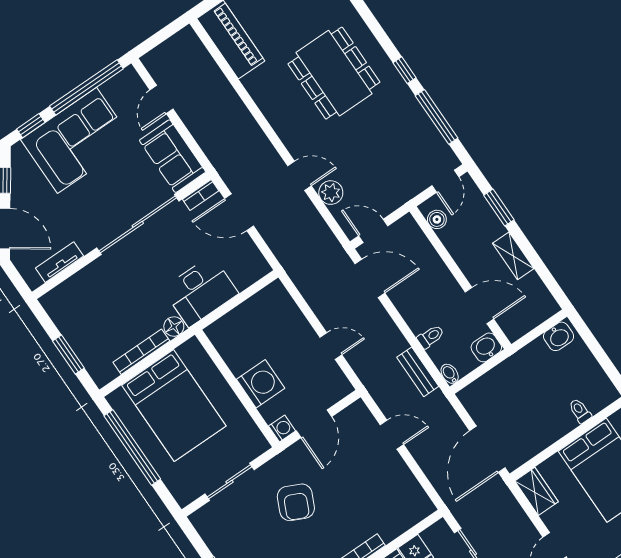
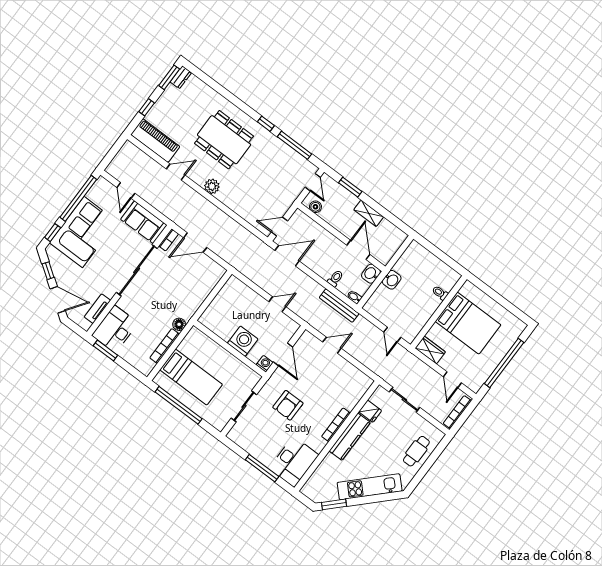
door: (299, 176) -> (176, 172), moved
plant: (331, 193) -> (212, 186), moved
desk: (201, 291) -> (115, 329), moved, turned 180
door: (479, 305) -> (358, 250), hinge flipped
washbasin: (559, 336) -> (392, 280), moved
window: (68, 355) -> (105, 351), moved
bench: (418, 372) -> (339, 306), width x1.36
bed: (174, 406) -> (191, 377), width x0.67
door: (487, 449) -> (392, 335), width x0.53
armchair: (296, 502) -> (288, 405), turned 65

